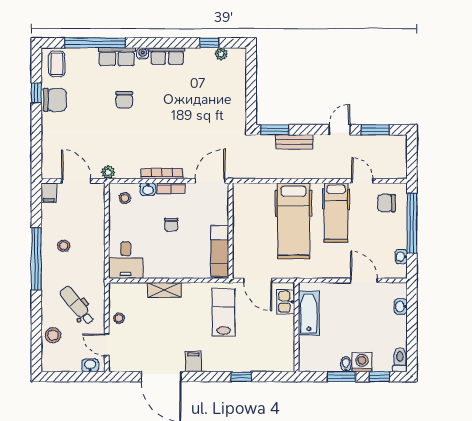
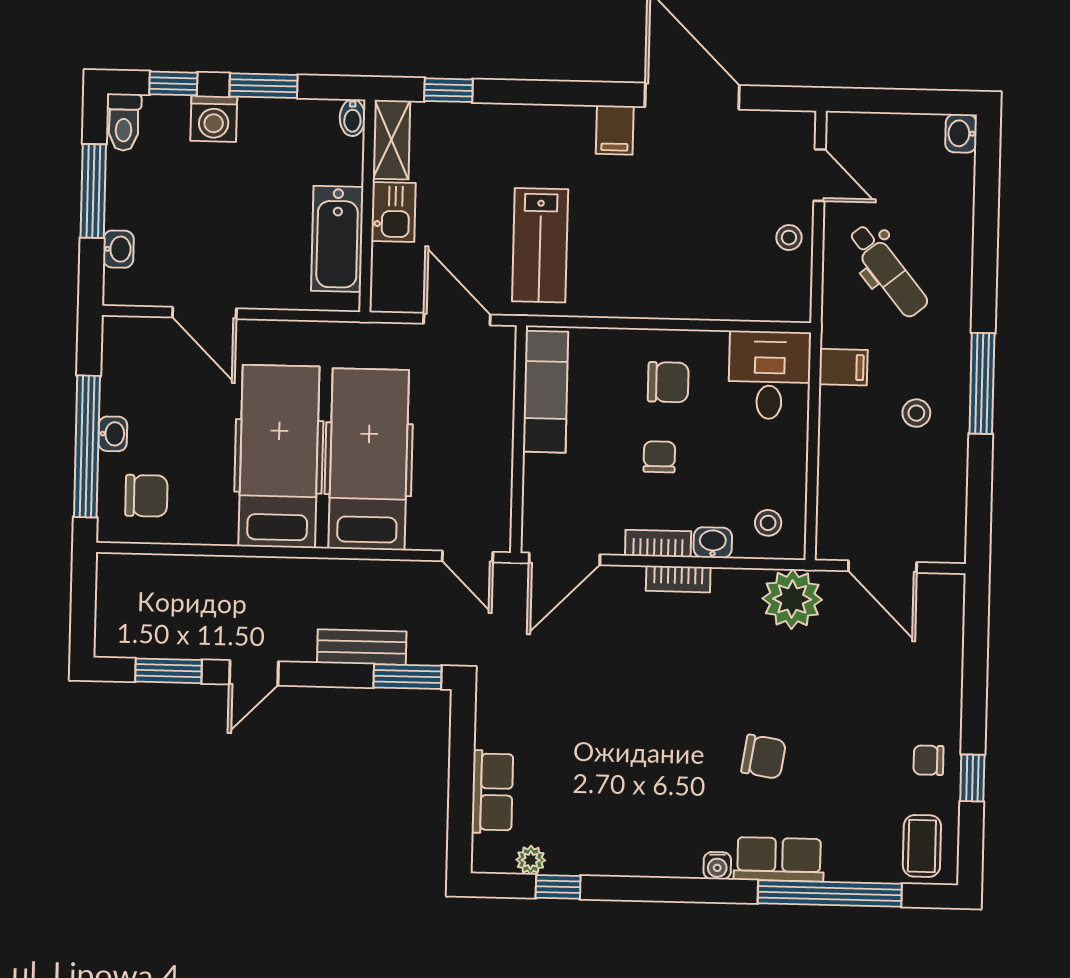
row of seats: (167, 56) -> (492, 792), moved, turned 90
chair: (55, 100) -> (928, 760), width x0.54, depth x0.54
chair: (124, 100) -> (764, 757), turned 99
plant: (108, 172) -> (792, 599), width x1.87, depth x1.87
bookcase: (162, 174) -> (678, 579), width x0.64
door: (362, 181) -> (467, 556), moved
filing cabinet: (49, 193) -> (843, 367), moved, turned 90
hospital bed: (336, 212) -> (279, 456), width x1.37, depth x1.29
chair: (168, 256) -> (668, 382), added
washbasin: (401, 257) -> (113, 434), moved
window: (36, 259) -> (982, 383), width x0.68
shelving: (164, 290) -> (391, 140), moved, turned 90
kitchen sink: (286, 302) -> (393, 212), moved
window: (412, 331) -> (93, 191), added
stool: (53, 335) -> (947, 201), removed
bidet: (346, 364) -> (352, 118), moved
washbasin: (90, 365) -> (961, 133), moved, turned 90
window: (242, 377) -> (448, 90), moved

